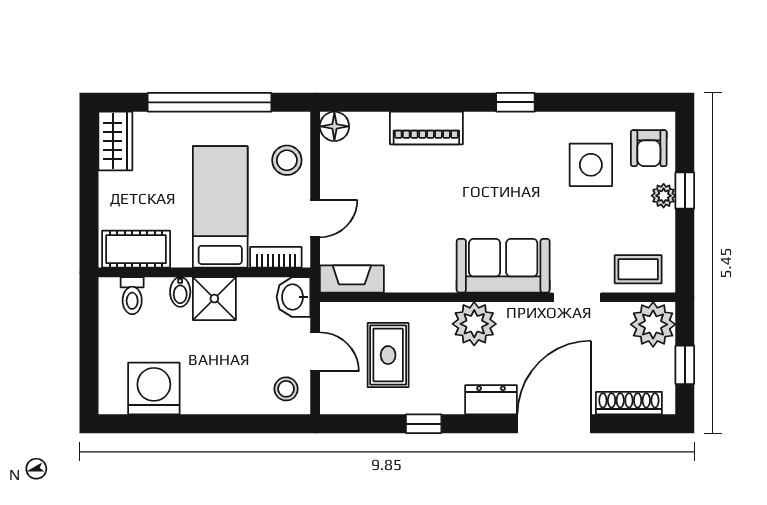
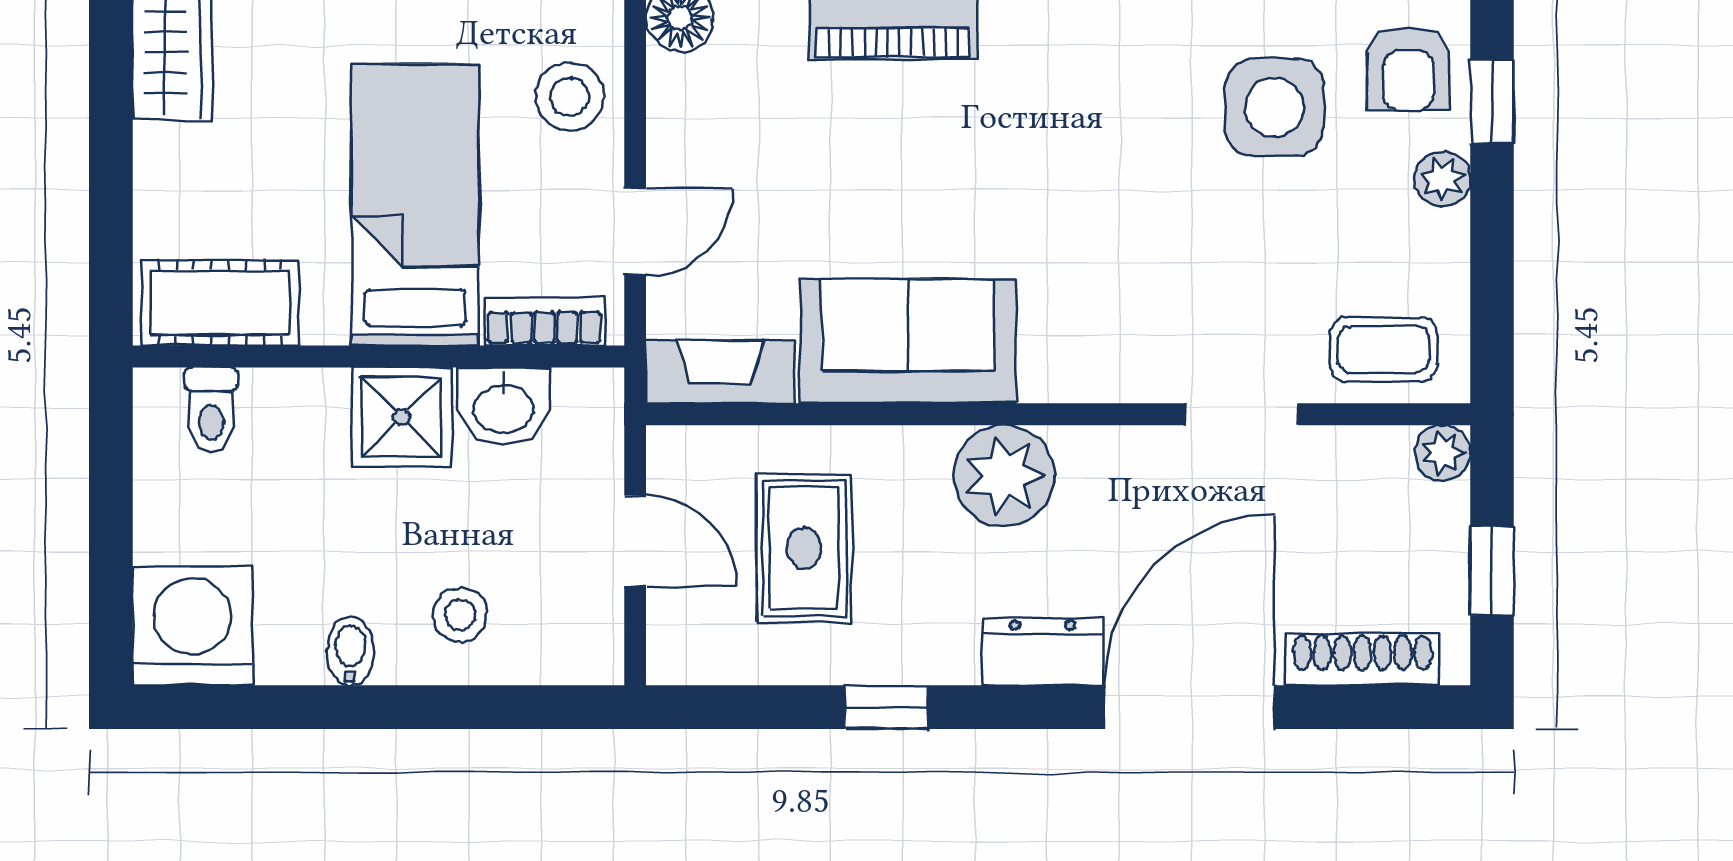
window: (685, 190) -> (1492, 102), moved
sofa: (503, 266) -> (908, 341), moved
bidet: (180, 292) -> (350, 651), moved, turned 180
washbasin: (294, 297) -> (504, 406), moved, turned -90
plant: (653, 324) -> (1443, 453), width x0.53, depth x0.53
washing machine: (154, 389) -> (192, 626), moved
stool: (286, 389) -> (460, 615), moved

